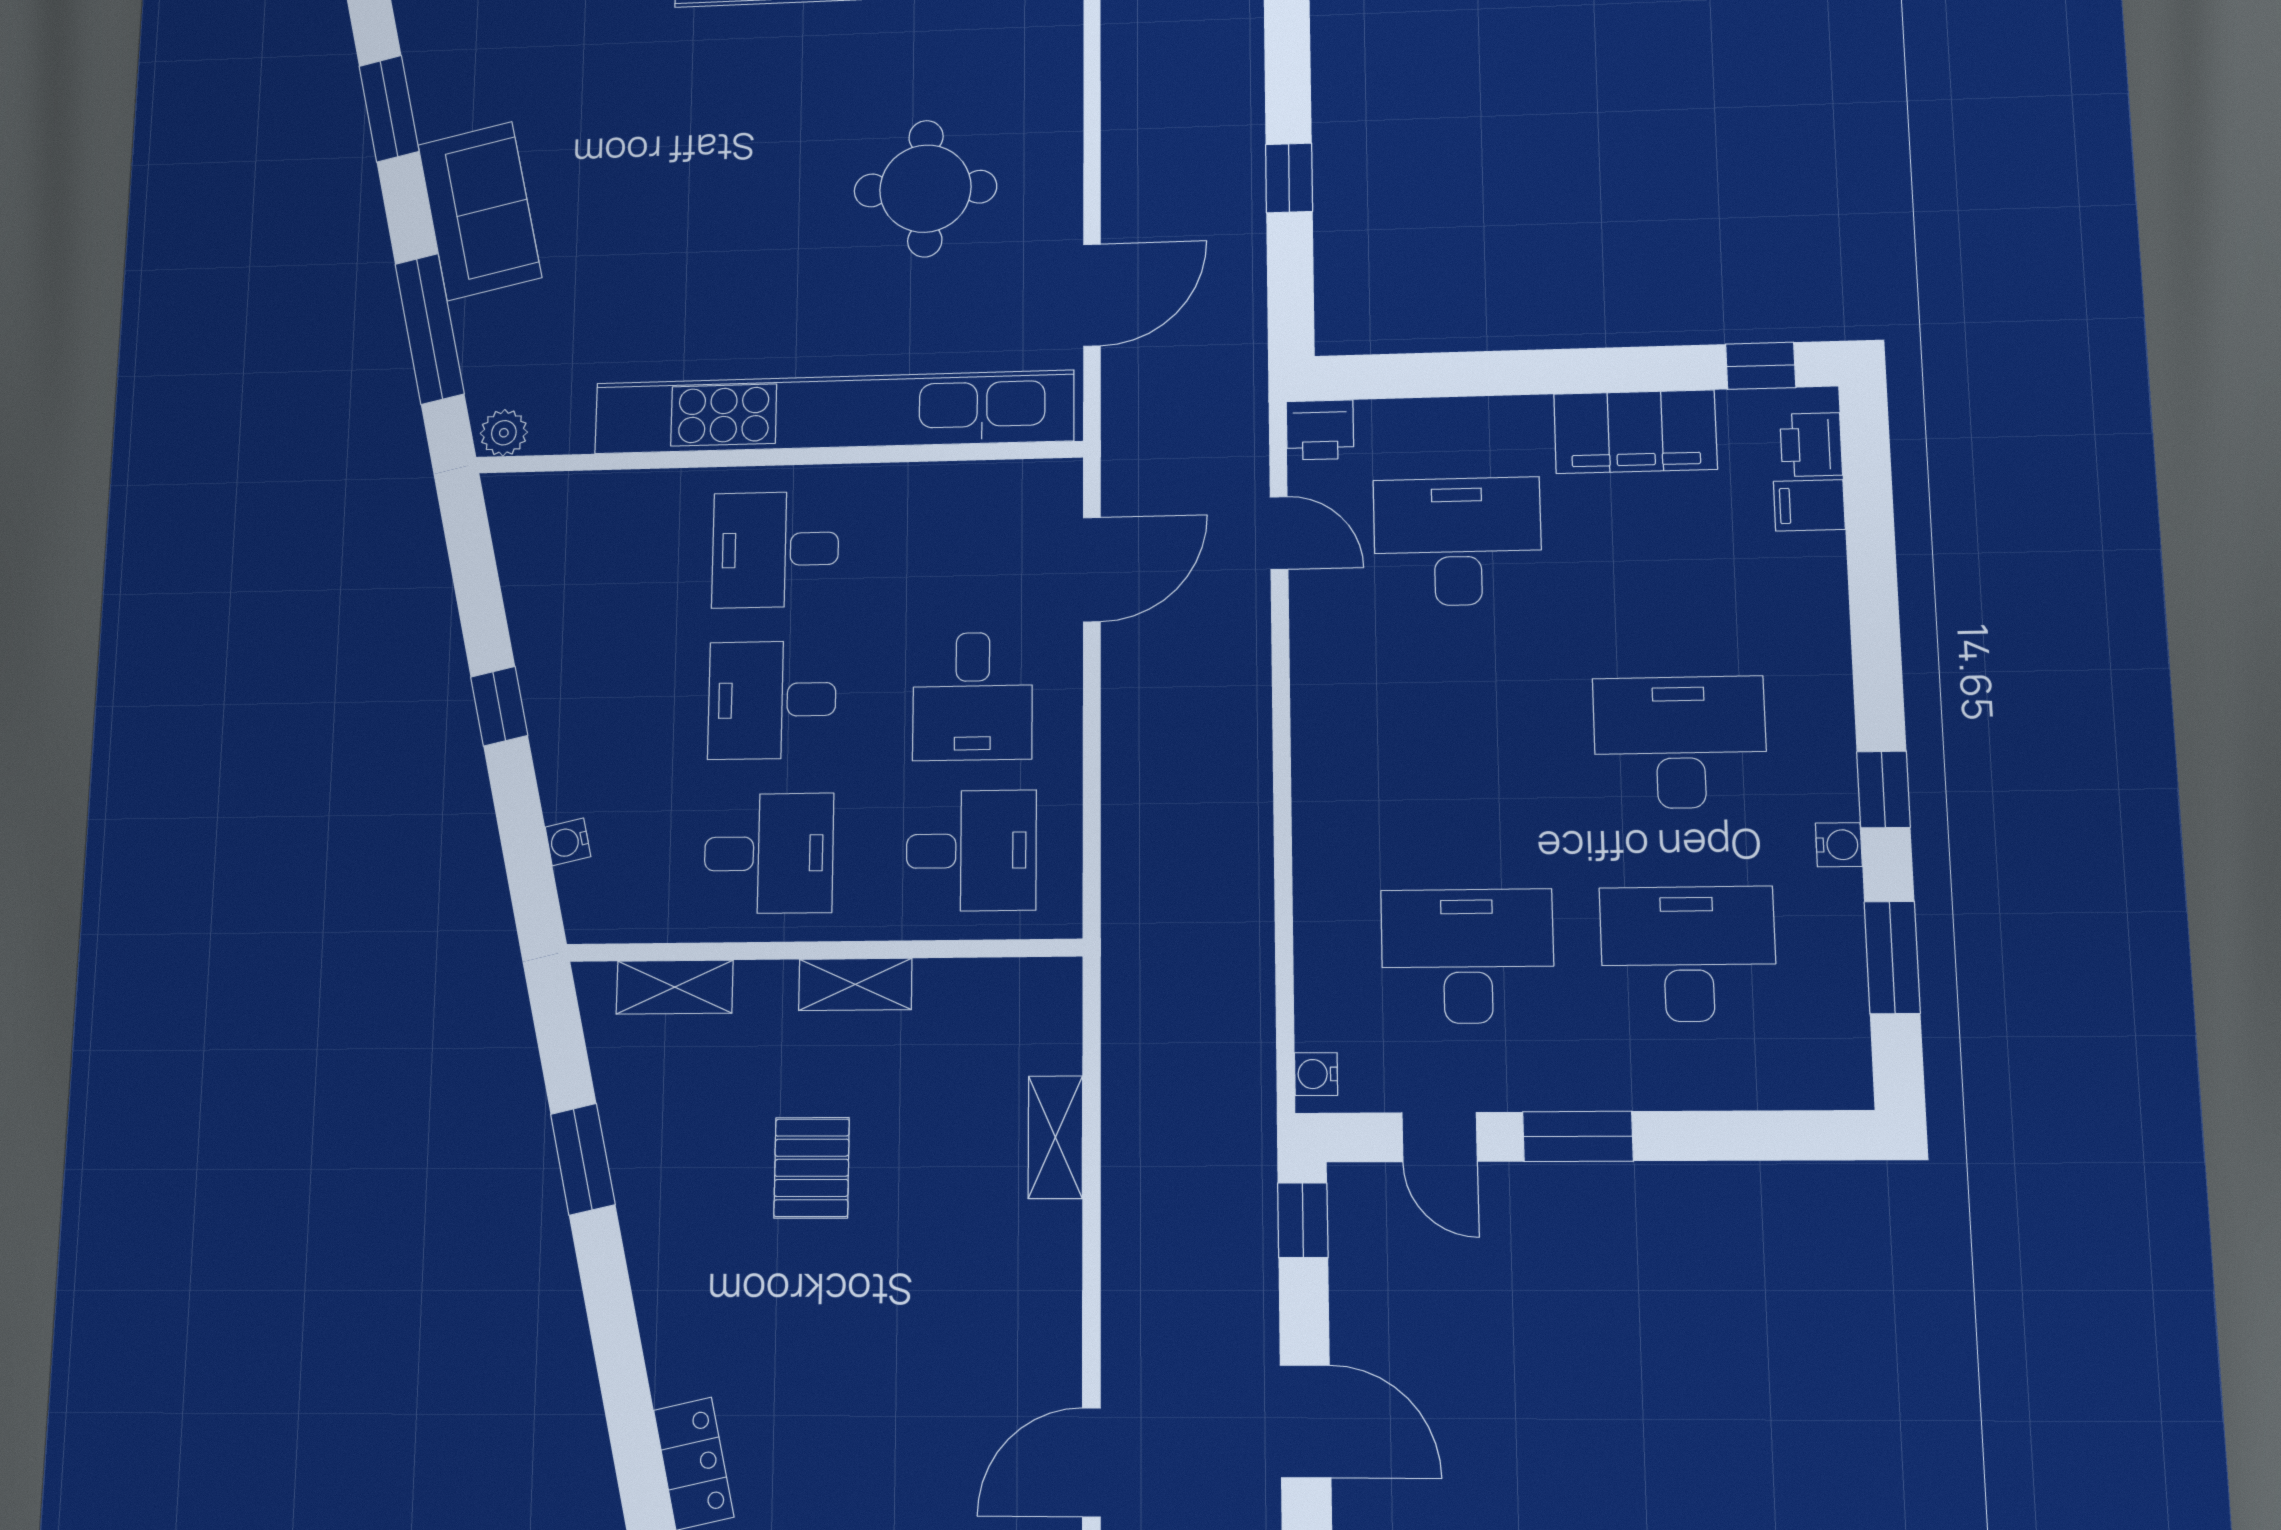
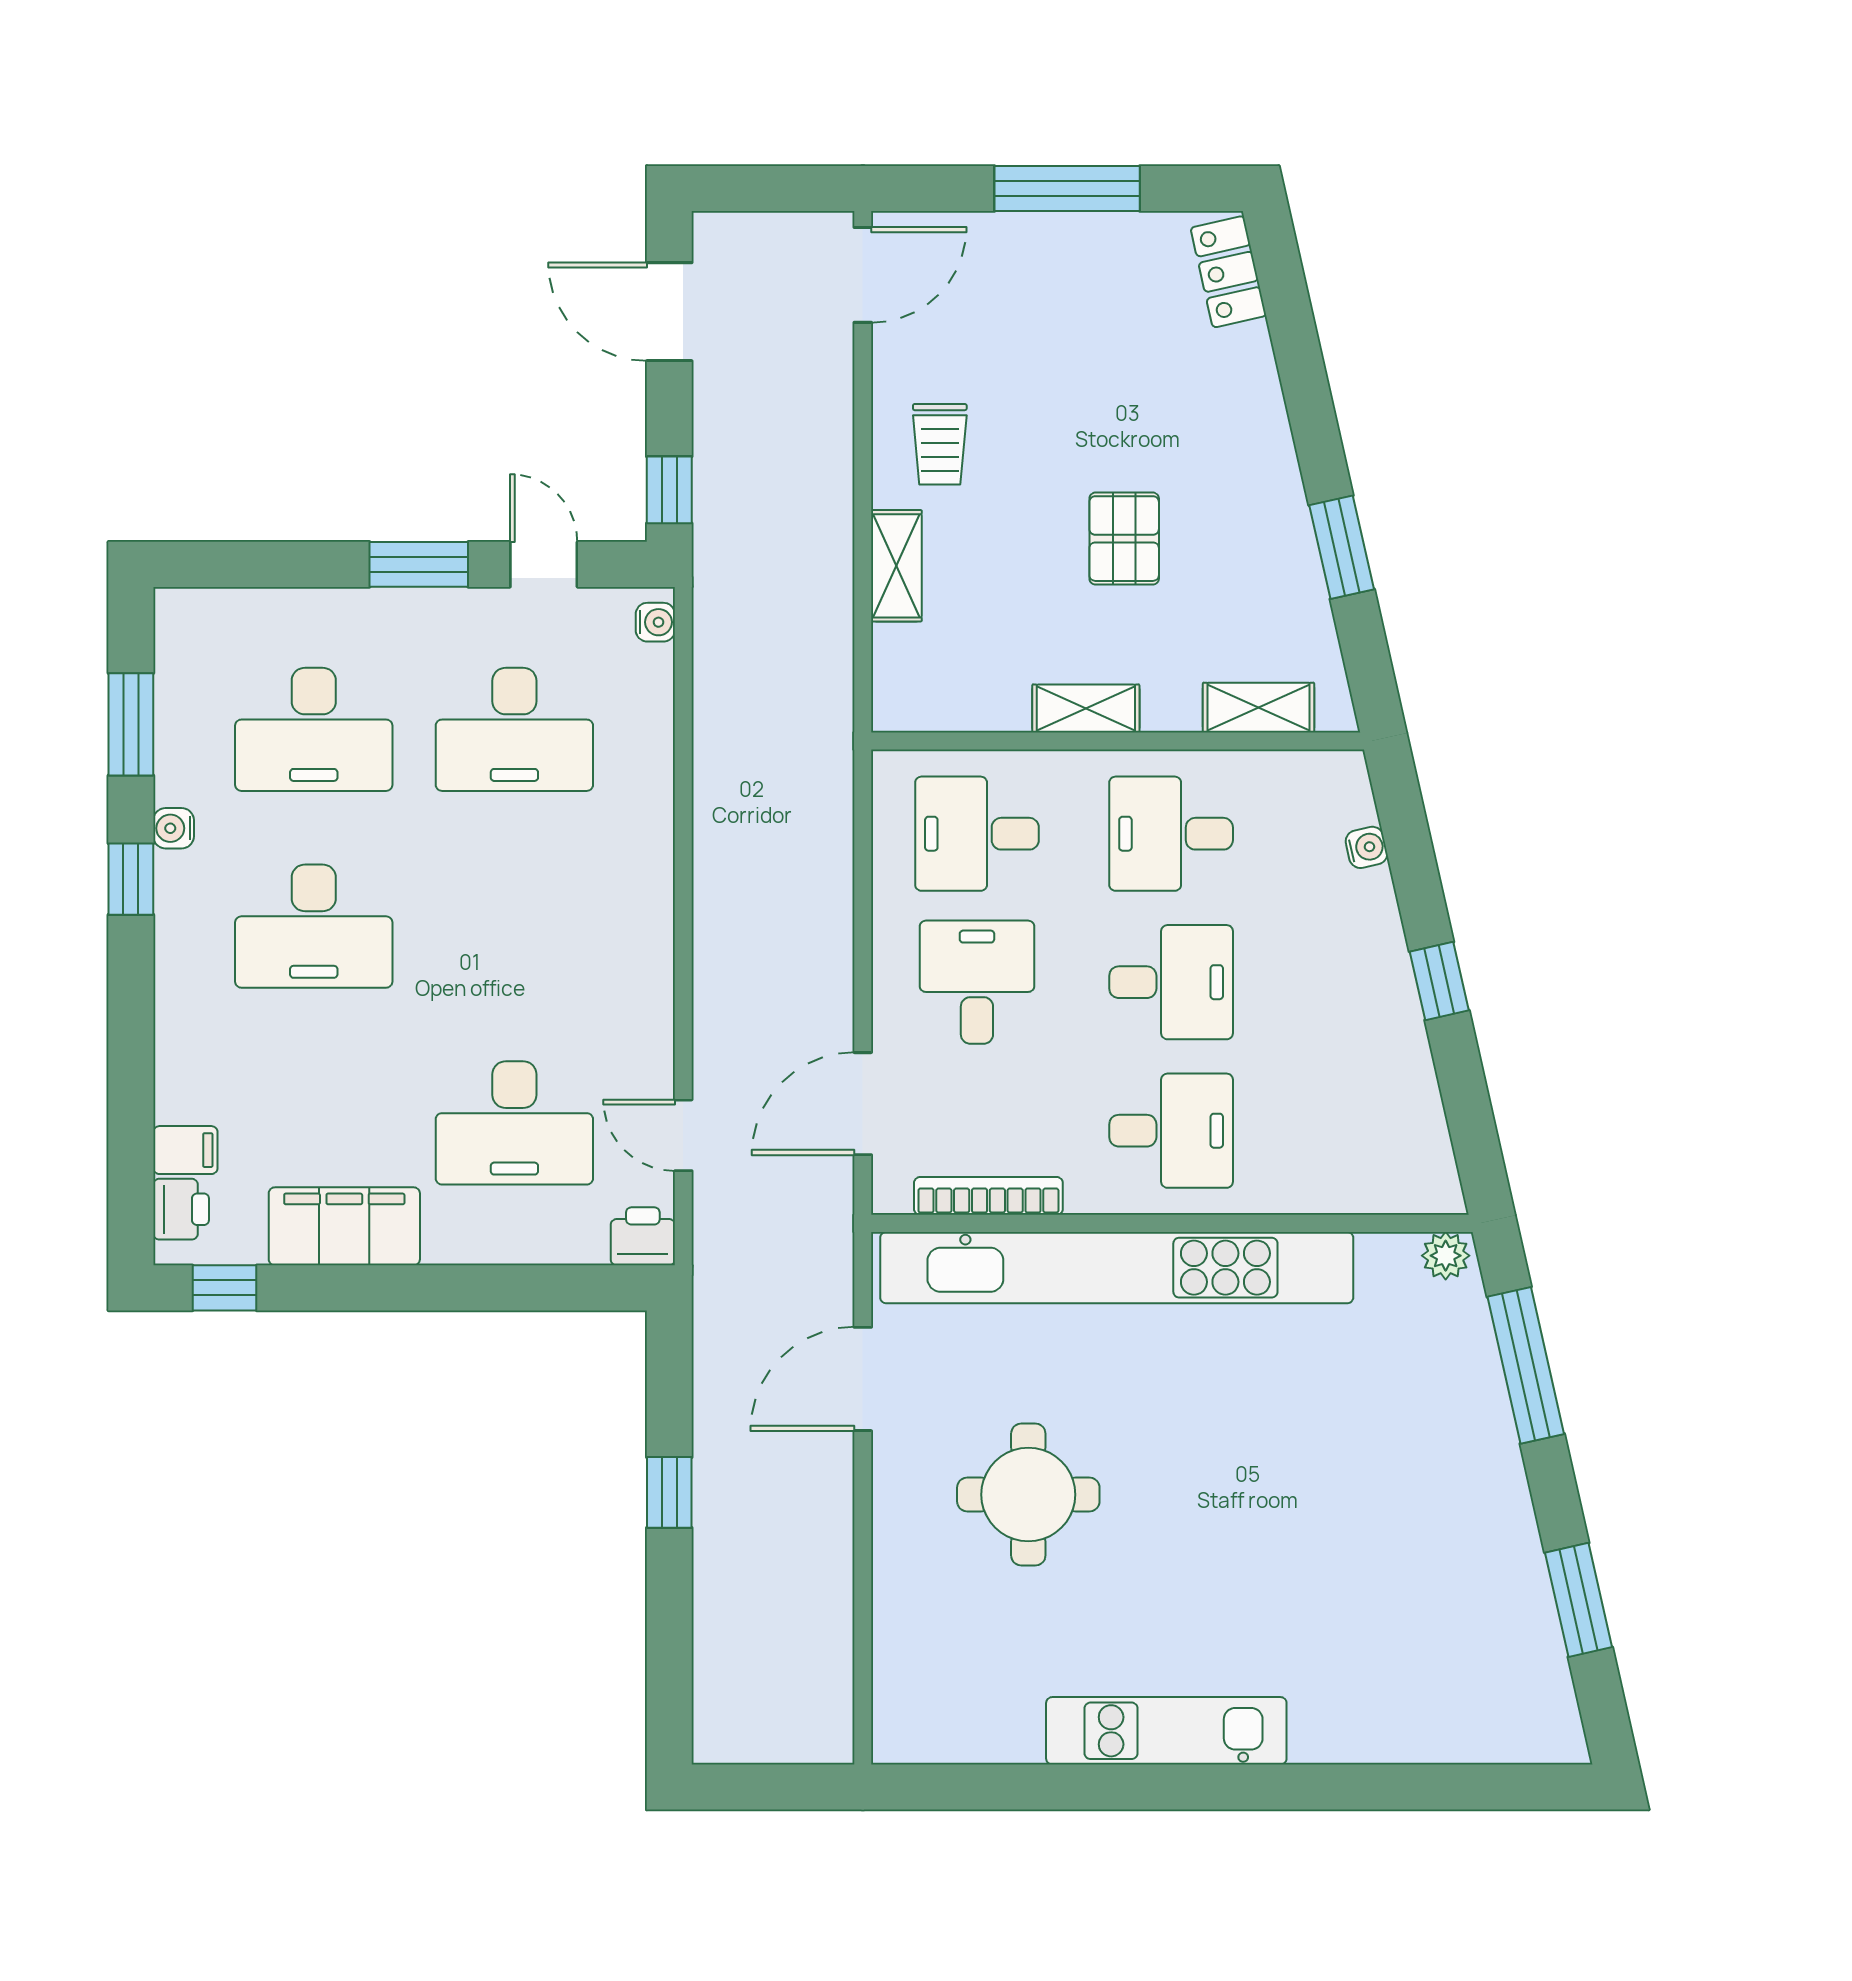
sofa: (480, 211) -> (1480, 1487), removed
bookcase: (963, 480) -> (988, 1196), added
trolley: (1008, 1271) -> (940, 444), added

